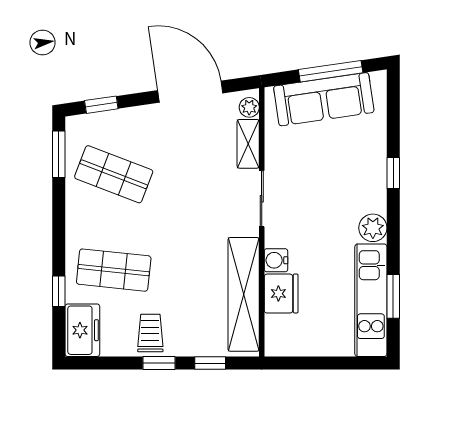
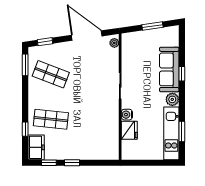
window: (331, 71) -> (152, 26), width x0.69
sofa: (324, 99) -> (169, 69), moved, turned 98
shelving: (248, 144) -> (114, 60), removed
shelving: (244, 294) -> (112, 131), removed
trolley: (150, 333) -> (68, 149), removed
window: (210, 363) -> (49, 163), moved

